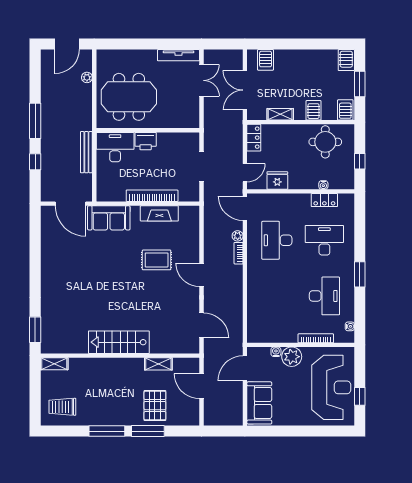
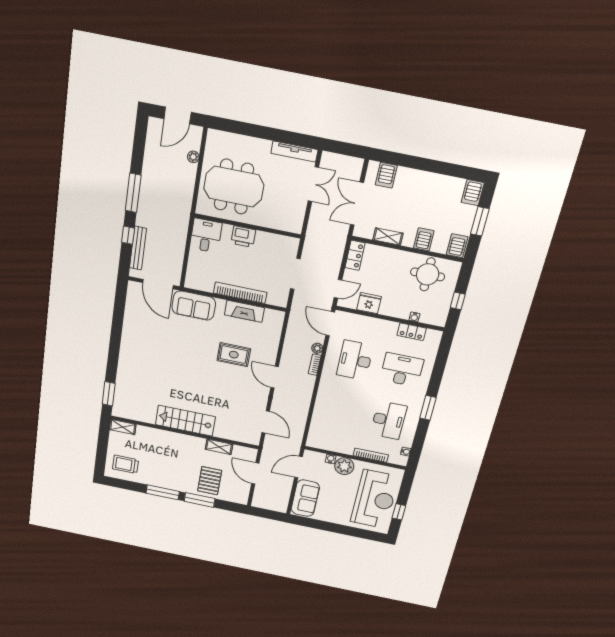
desk: (115, 147) -> (206, 235), width x0.73
bench: (86, 152) -> (138, 248), moved

